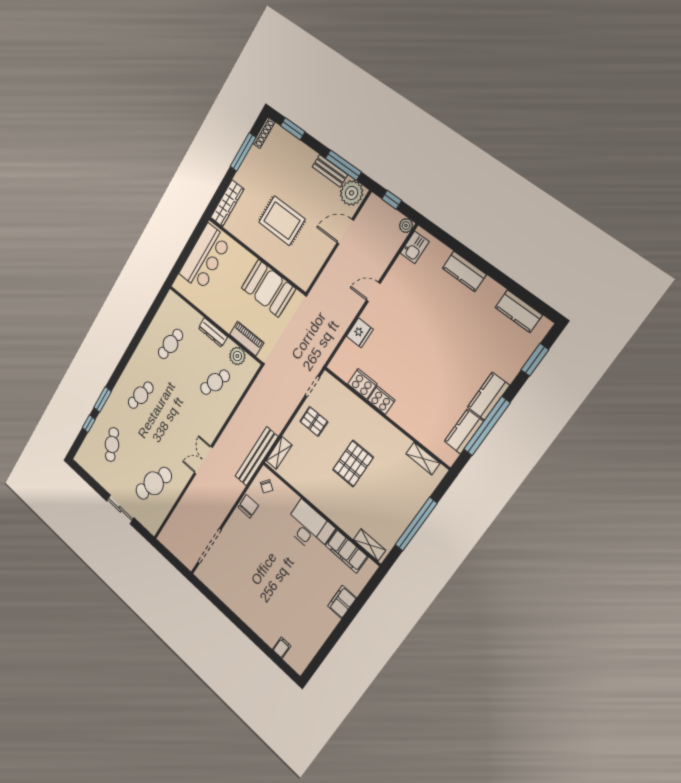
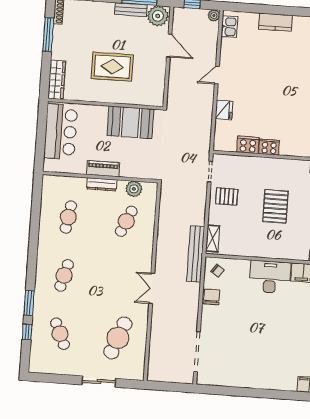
door: (345, 231) -> (169, 46), swing flipped
piano: (247, 339) -> (103, 169), moved

